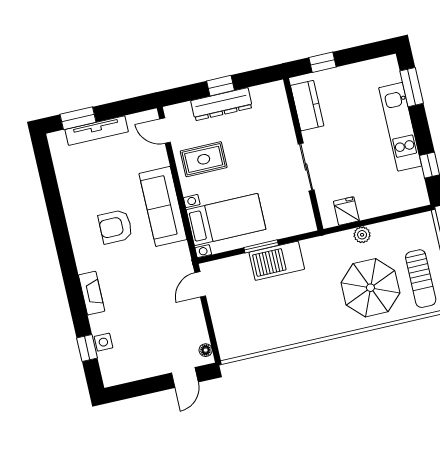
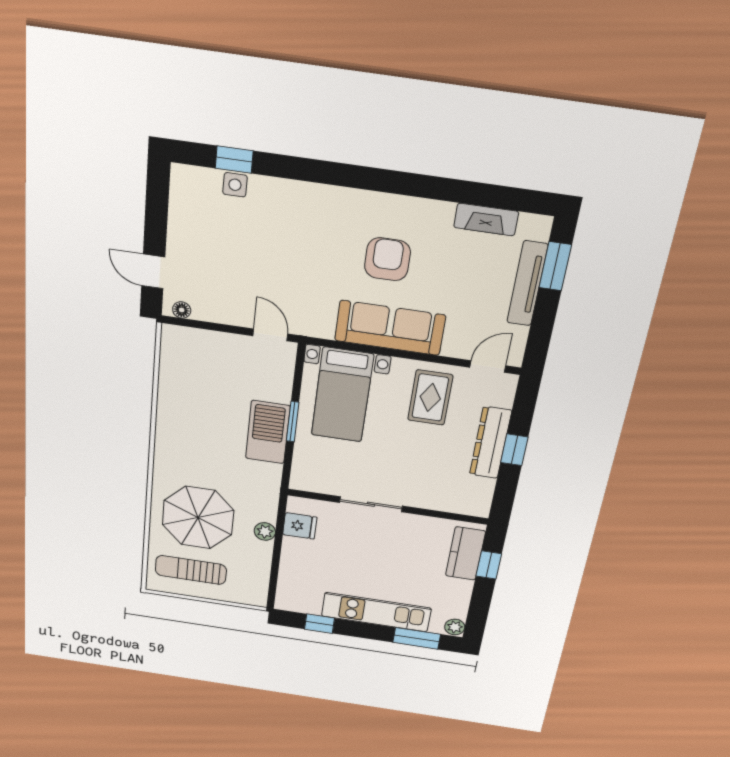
plant: (389, 63) -> (455, 627), added
kitchen counter: (307, 106) -> (465, 553), moved, turned 90
fireplace: (92, 293) -> (486, 220), moved

